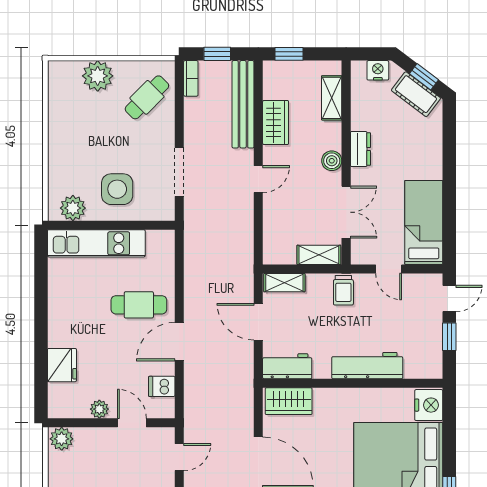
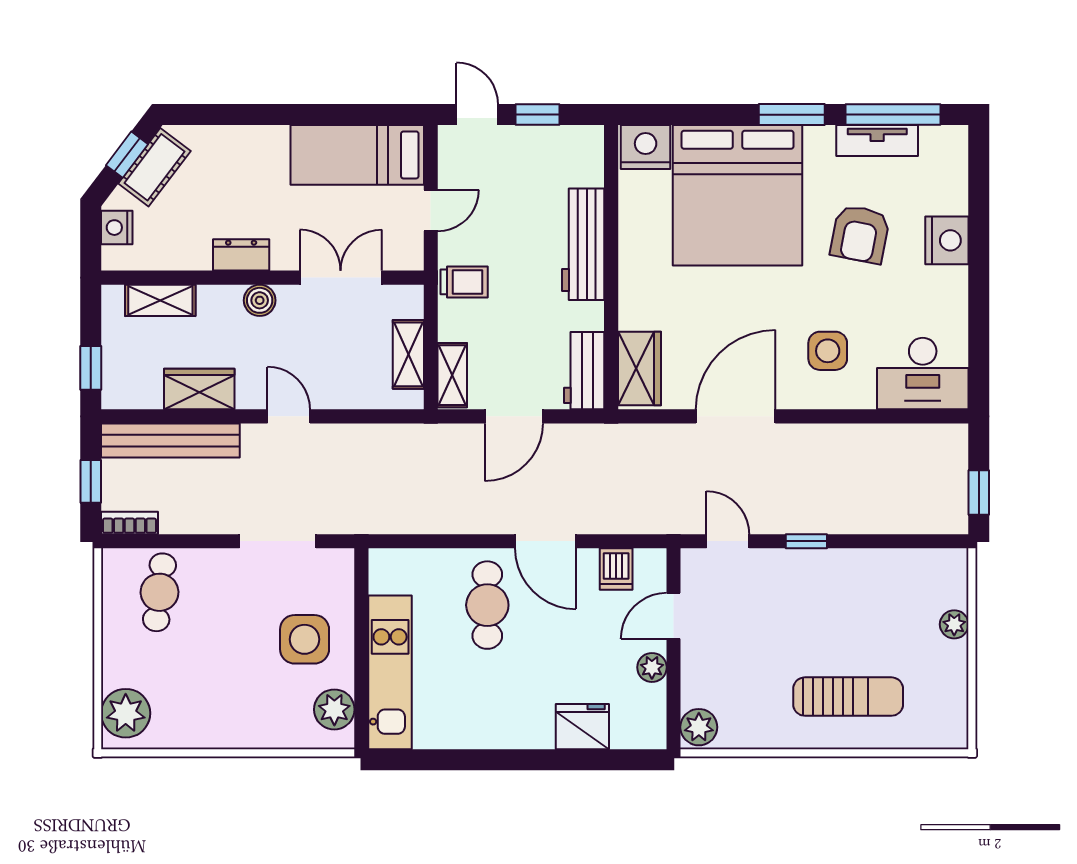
plant: (98, 76) -> (126, 713), moved
cafe table: (147, 97) -> (159, 592), turned 52
shelving: (319, 255) -> (408, 354), moved

